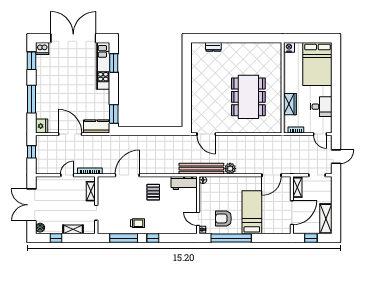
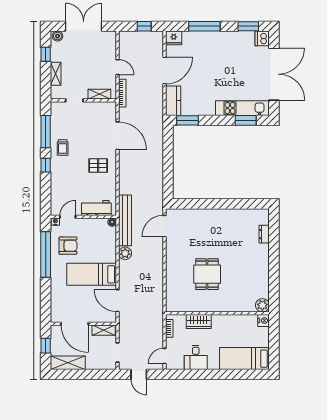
plant: (276, 48) -> (262, 305), added
bed: (317, 64) -> (244, 359), width x0.67
dining table: (248, 97) -> (207, 274), width x0.53, depth x0.80
workbench: (184, 183) -> (96, 208), moved, turned 90
bed: (252, 212) -> (92, 274), moved, turned 180
armchair: (223, 218) -> (68, 246), turned 90

